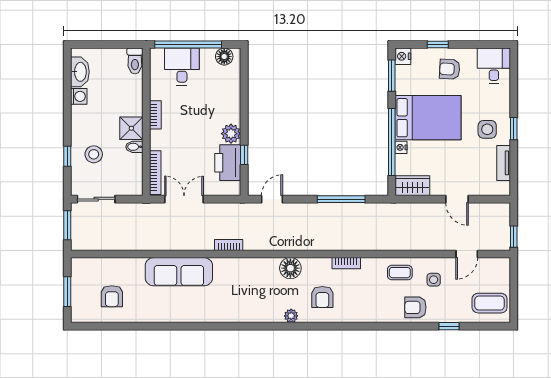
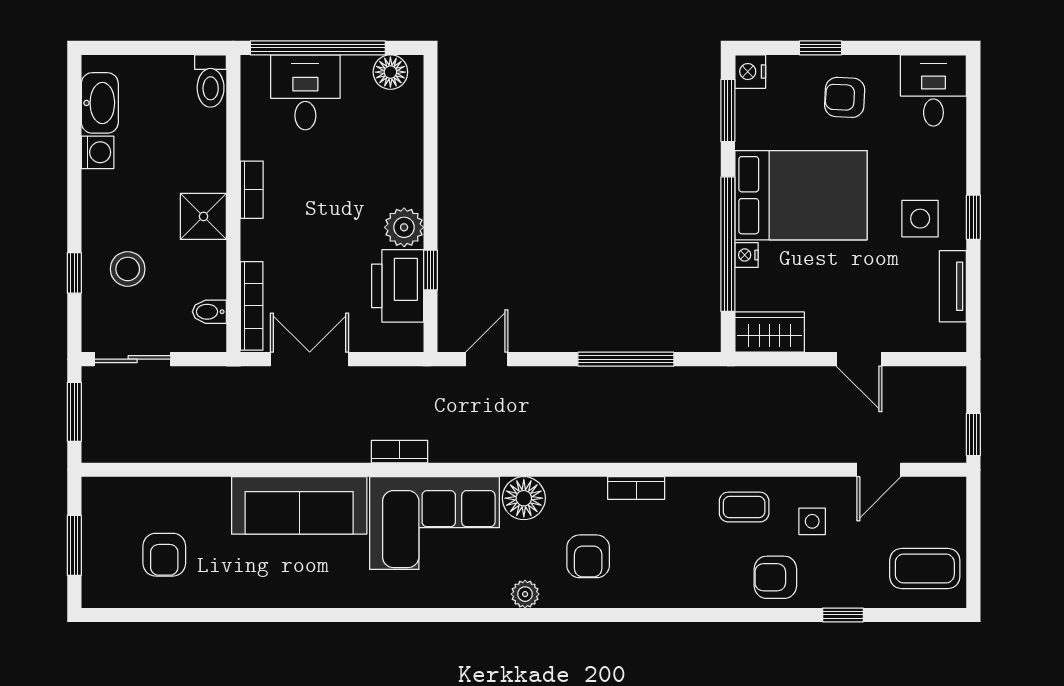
bidet: (134, 147) -> (209, 312), moved
corner sofa: (246, 280) -> (435, 523), added

